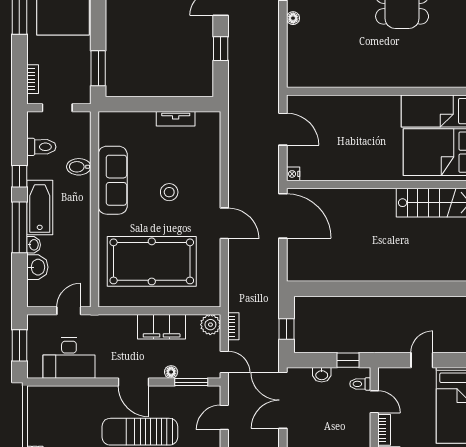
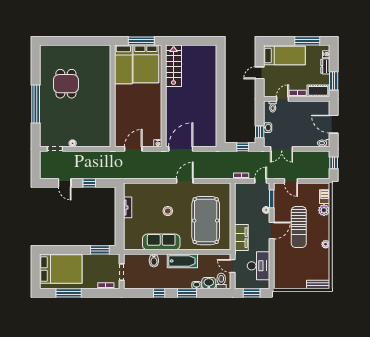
toilet: (41, 147) -> (221, 281), moved
bathtub: (40, 208) -> (182, 261), moved, turned 180
window: (19, 227) -> (187, 293), width x0.69
plant: (210, 325) -> (240, 188), removed
filing cabinet: (162, 327) -> (241, 238), moved
window: (348, 360) -> (260, 132), moved
door: (422, 360) -> (260, 73), hinge flipped
double door: (283, 400) -> (282, 149), width x0.73

